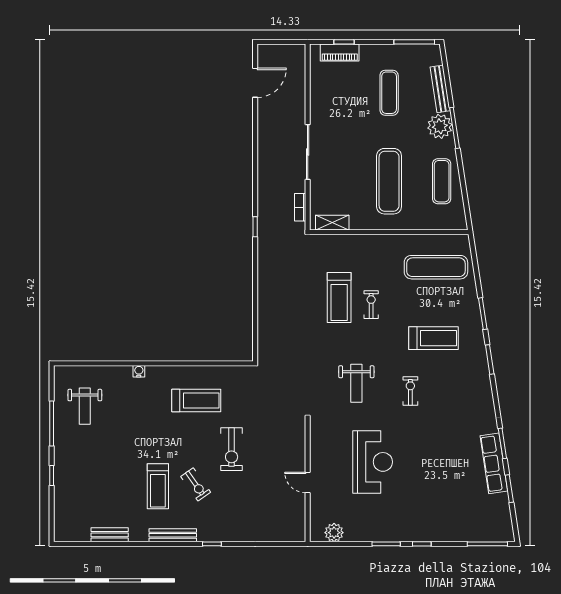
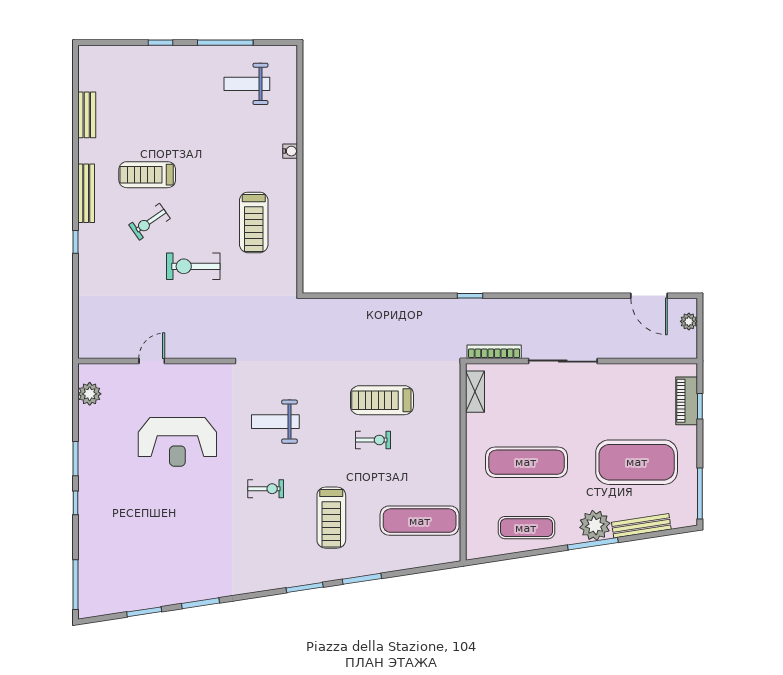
plant: (276, 51) -> (689, 321), added
exercise mat: (389, 93) -> (637, 462), width x2.00, depth x1.45
bookcase: (300, 207) -> (494, 352), width x1.56
exercise mat: (436, 267) -> (420, 521), turned 90
row of seats: (494, 463) -> (176, 593), removed

